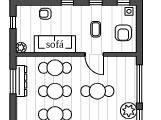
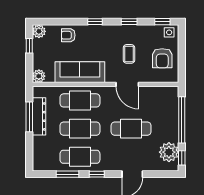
plant: (21, 10) -> (39, 31), added

